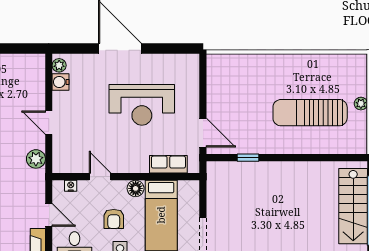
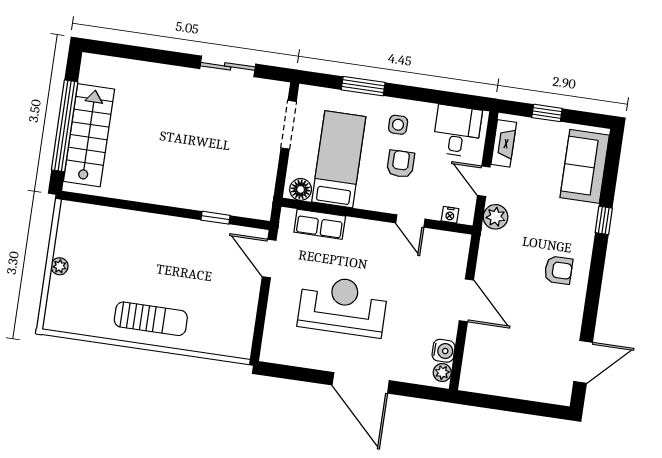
sun lounger: (310, 113) -> (151, 319), moved, width x0.73, depth x0.75
door: (49, 123) -> (466, 300), width x1.38
plant: (36, 159) -> (496, 217), moved
floor lamp: (136, 188) -> (301, 189), moved

